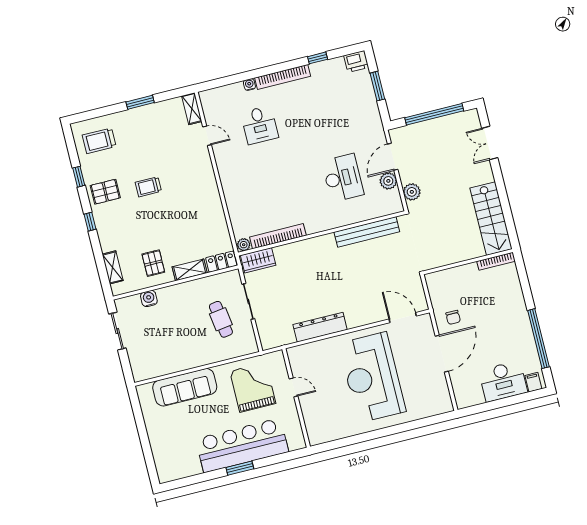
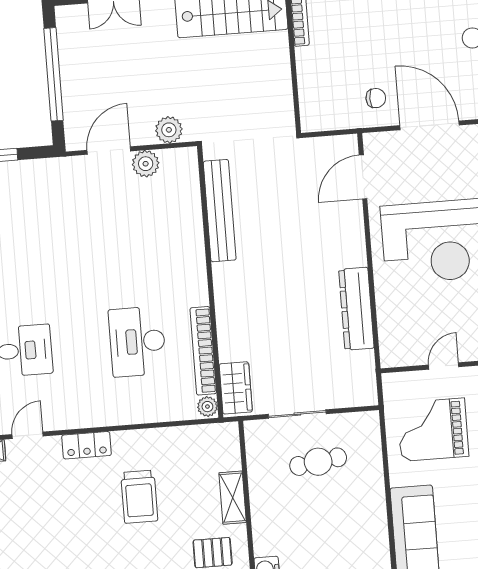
door: (393, 157) -> (109, 151), swing flipped
desk: (343, 178) -> (137, 342), moved, turned -90
trolley: (148, 187) -> (139, 497), moved, width x1.36, depth x1.39
locker: (221, 262) -> (87, 445), moved, turned -90

